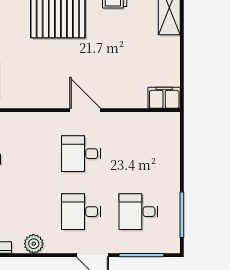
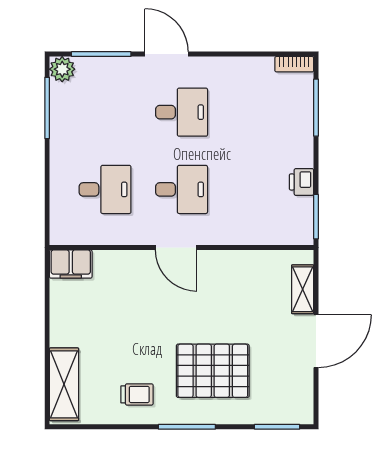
desk: (138, 212) -> (105, 189), moved
plant: (34, 244) -> (62, 69), moved

